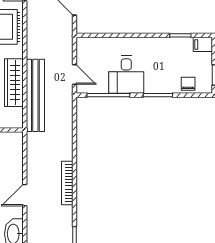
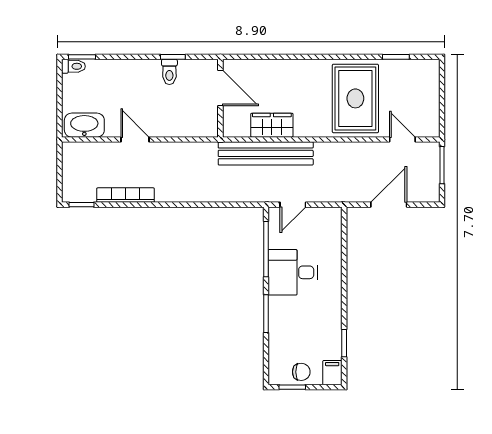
wardrobe: (14, 83) -> (272, 125), width x0.67
chair: (188, 84) -> (301, 372), moved
bookcase: (67, 183) -> (125, 195), moved

